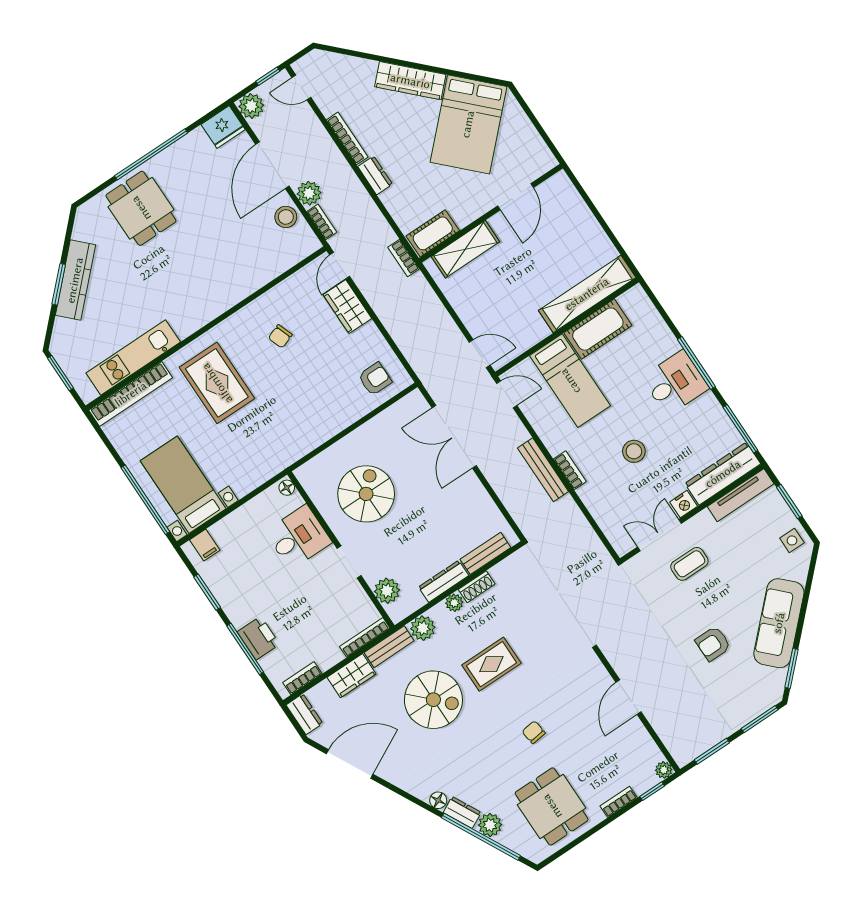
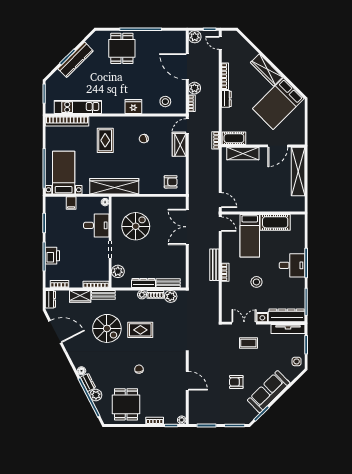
fridge: (223, 127) -> (133, 107), moved, turned 180
door: (272, 165) -> (187, 67), hinge flipped
stool: (286, 217) -> (165, 102), moved
shelving: (587, 294) -> (298, 172), moved, turned 90
rug: (217, 383) -> (105, 140), width x0.73, depth x0.70
wardrobe: (284, 450) -> (114, 186), added
filing cabinet: (205, 545) -> (71, 203), moved
plant: (423, 628) -> (171, 296), moved
door: (629, 697) -> (187, 381), swing flipped

